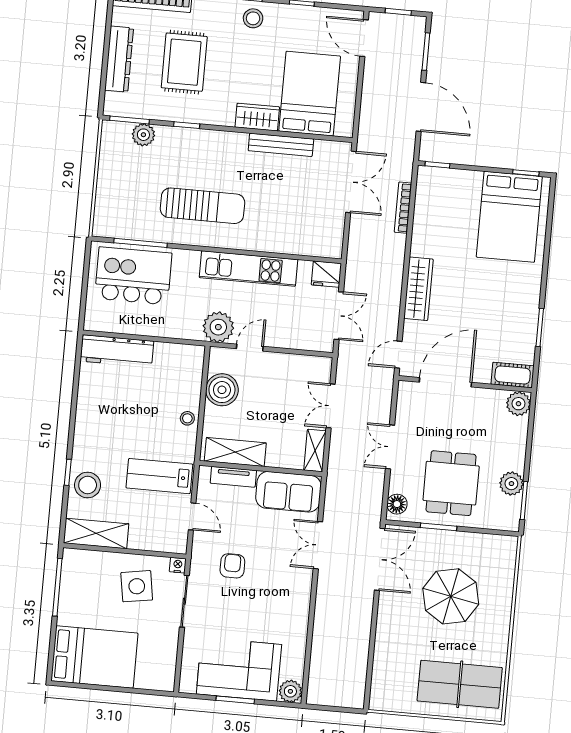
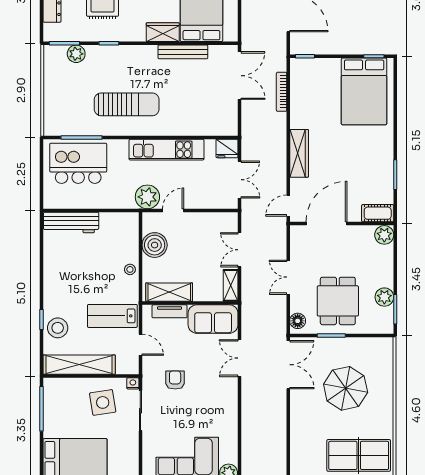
shelving: (96, 533) -> (79, 365), width x1.47

